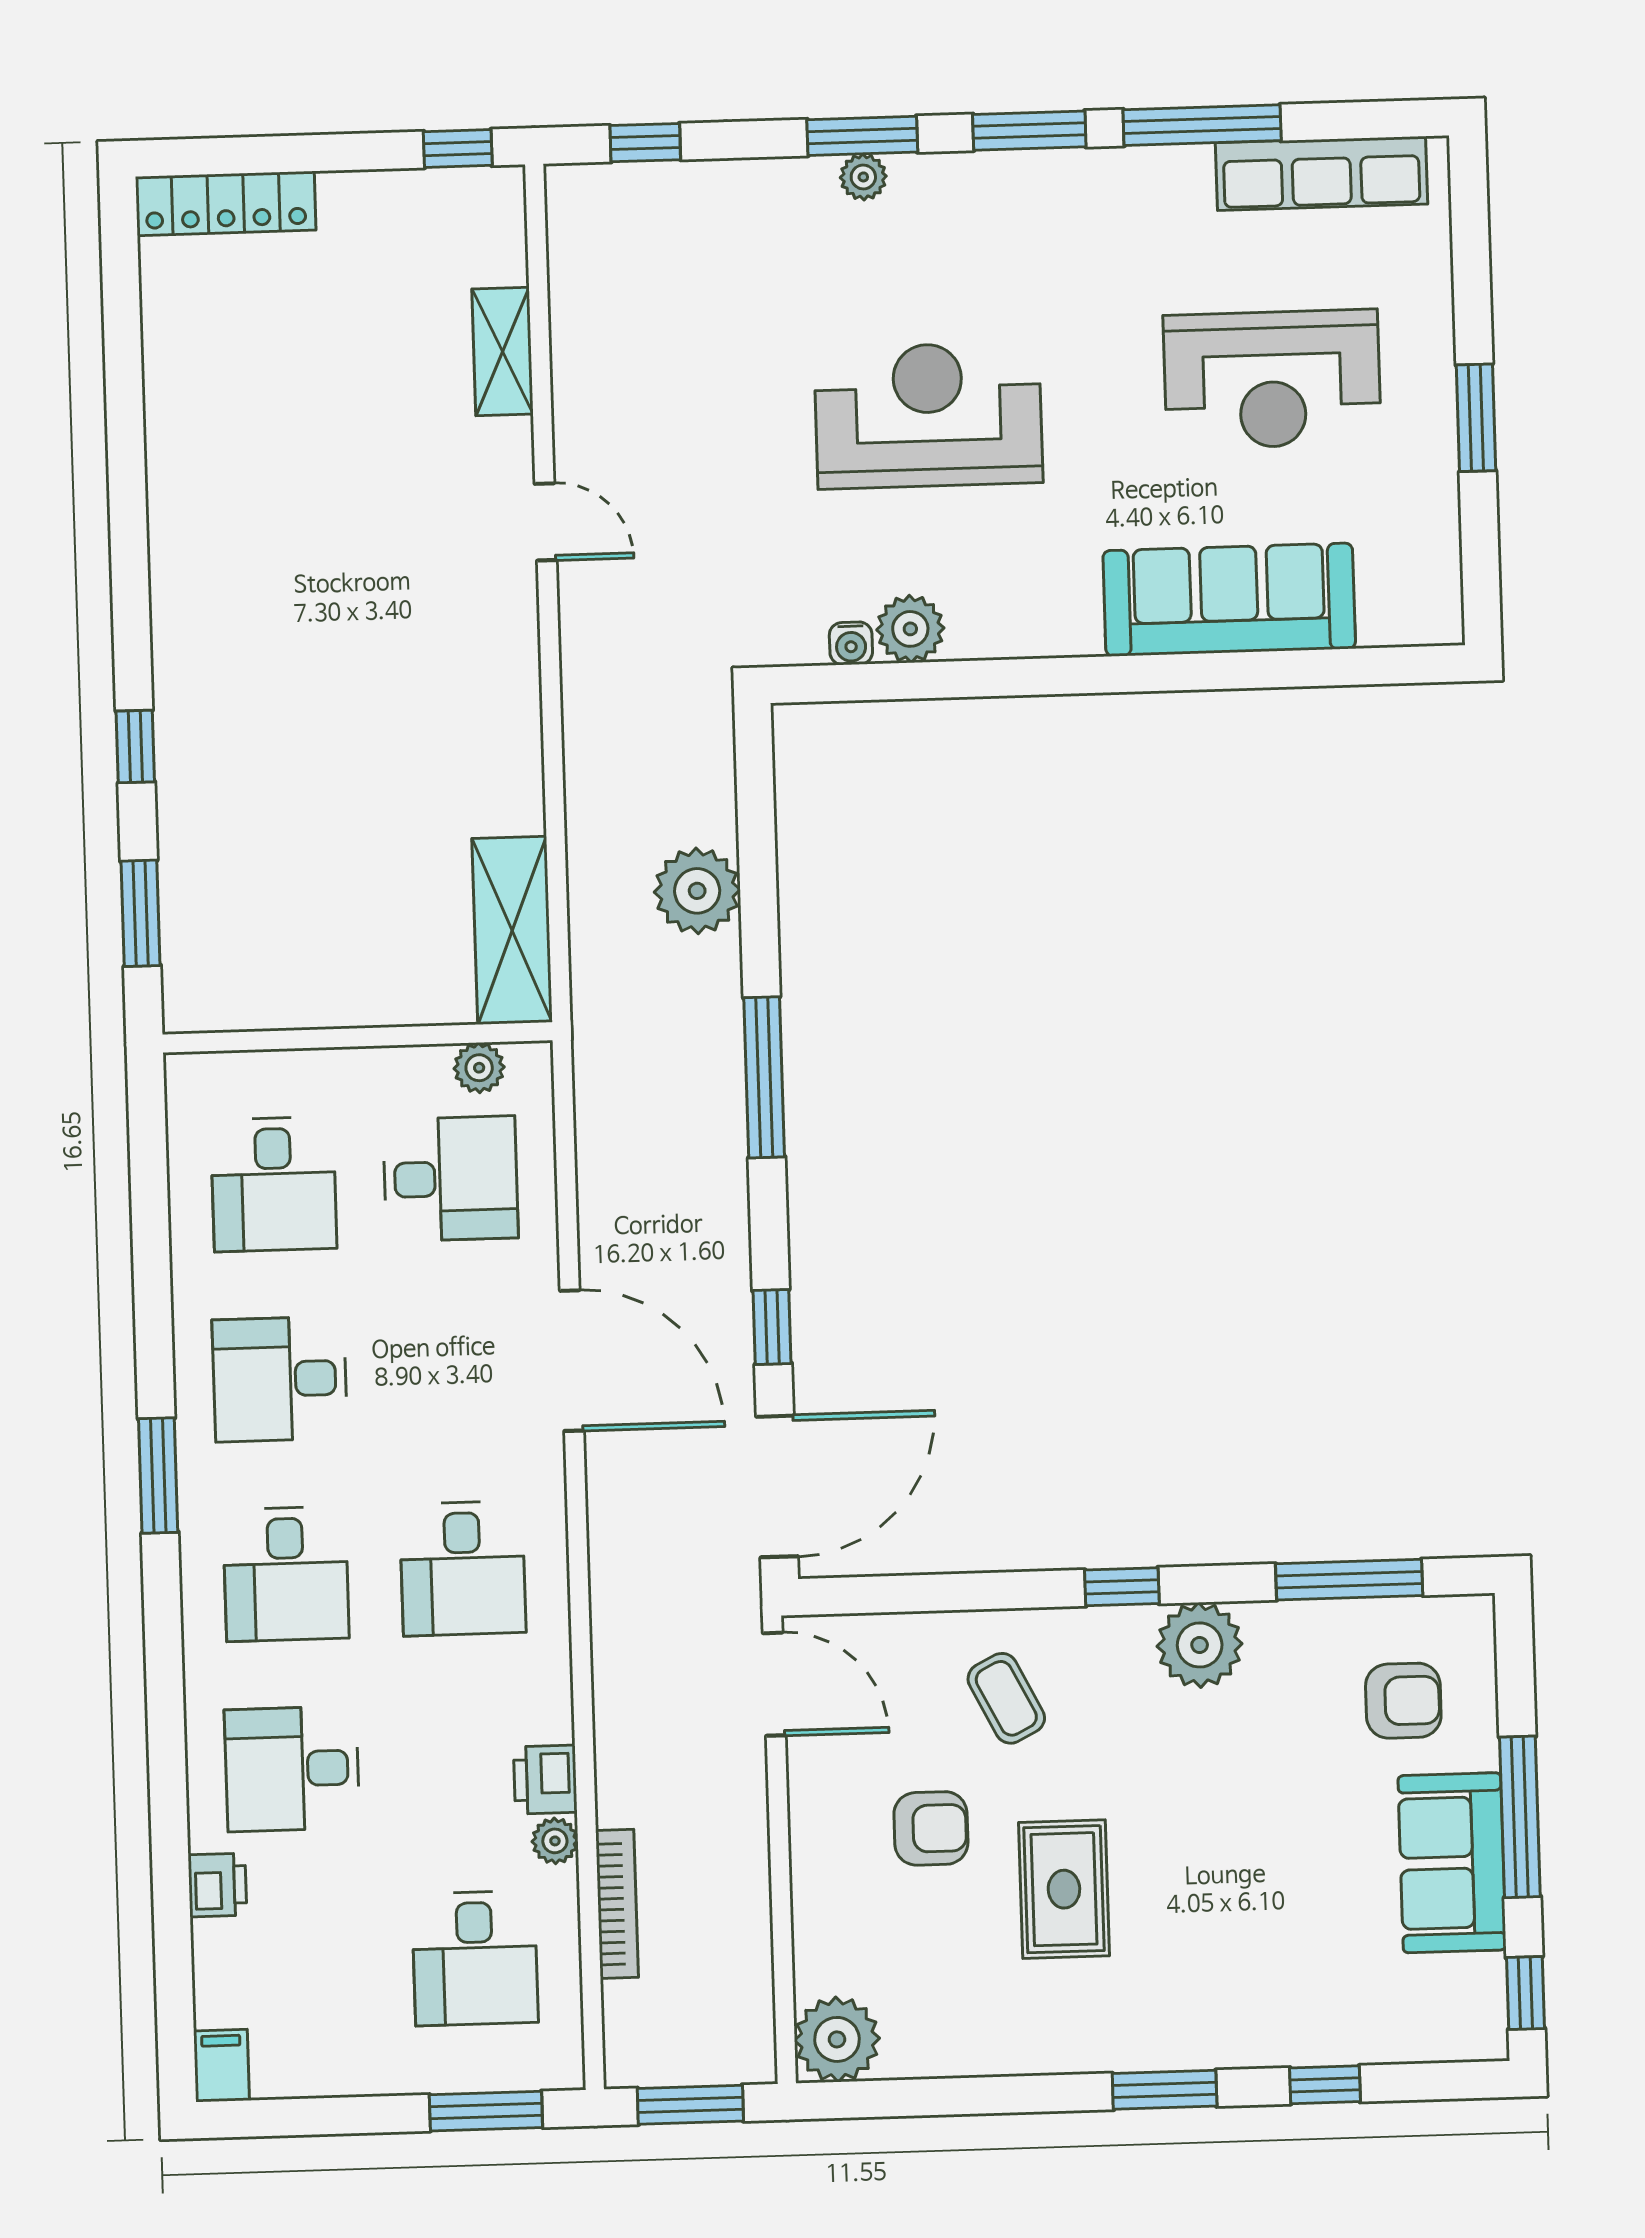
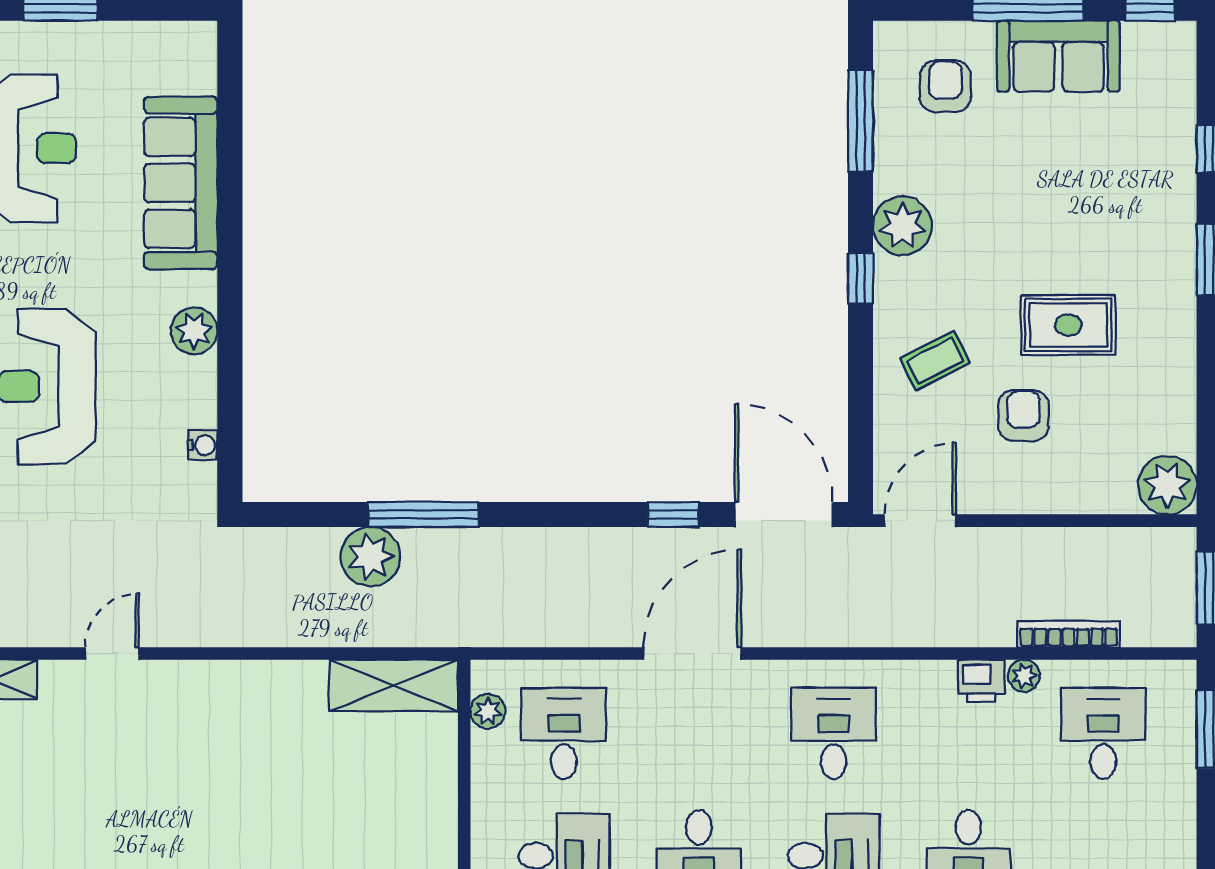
plant: (910, 629) -> (194, 331), moved
window: (764, 1077) -> (423, 514), moved
desk: (463, 1568) -> (834, 733), turned -90
desk: (475, 1958) -> (1103, 733), turned -90

